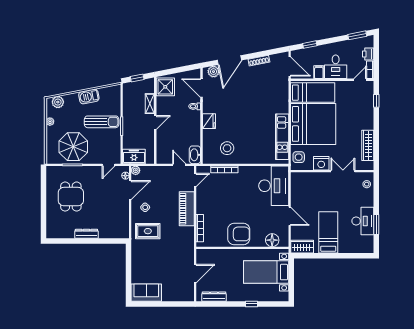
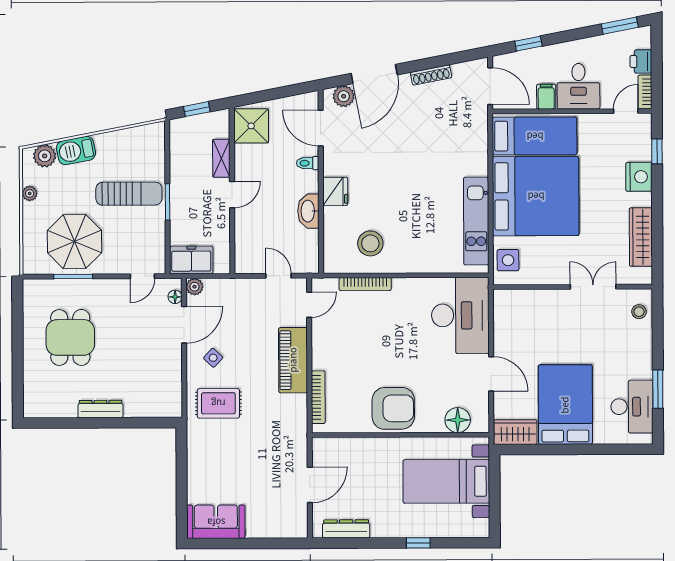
barbecue: (89, 96) -> (76, 151), moved
washbasin: (195, 155) -> (308, 211), moved
nightstand: (321, 163) -> (639, 177), moved, turned -90
desk: (363, 221) -> (632, 407), moved
bed: (328, 232) -> (565, 405), width x1.50

